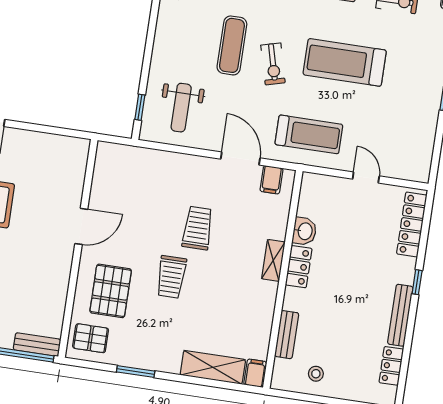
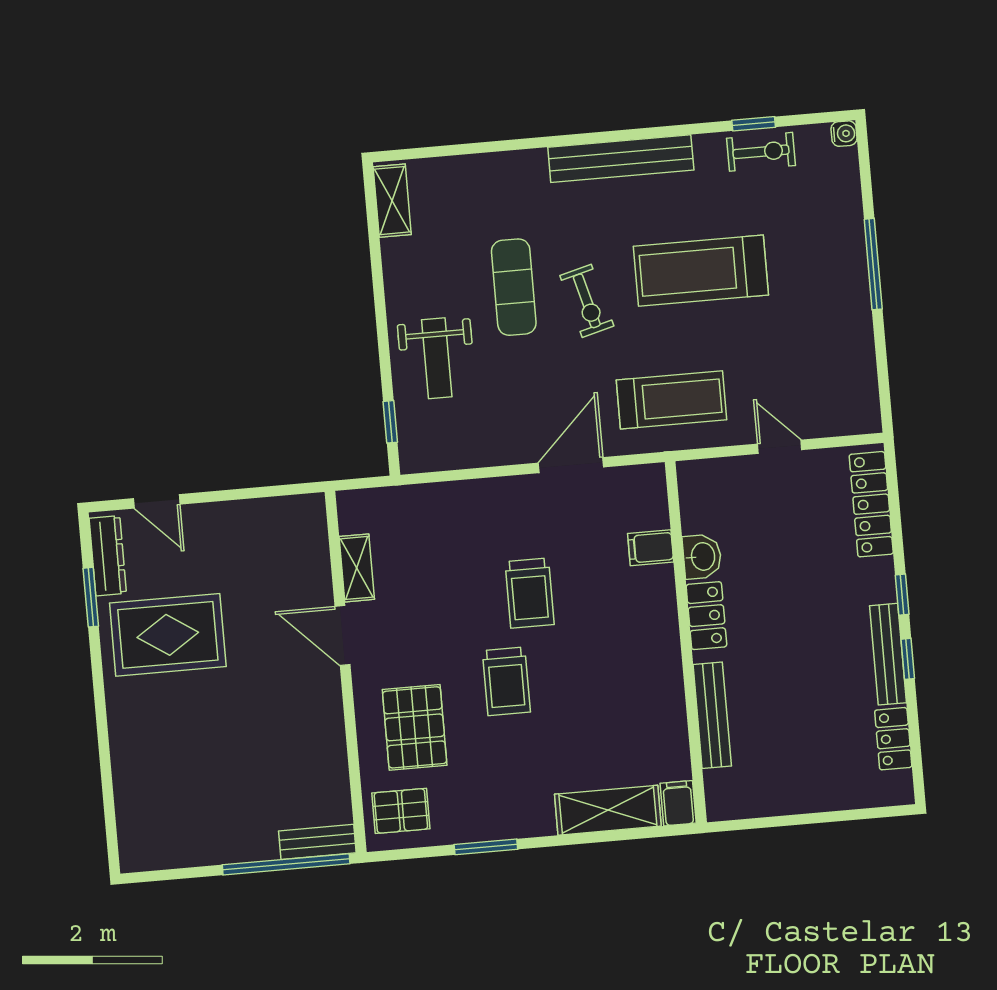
weight bench: (181, 108) -> (437, 358), moved
door: (240, 159) -> (571, 465), hinge flipped
filing cabinet: (271, 180) -> (651, 548), moved, turned 90
door: (81, 226) -> (342, 636), swing flipped
trolley: (198, 228) -> (530, 593), turned 180
shelving: (273, 260) -> (357, 568), moved
window: (411, 321) -> (908, 659), added
bench: (287, 335) -> (712, 715), width x1.36
stool: (316, 374) -> (775, 780), removed

